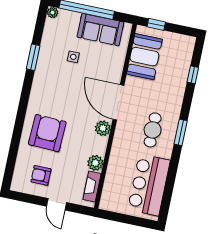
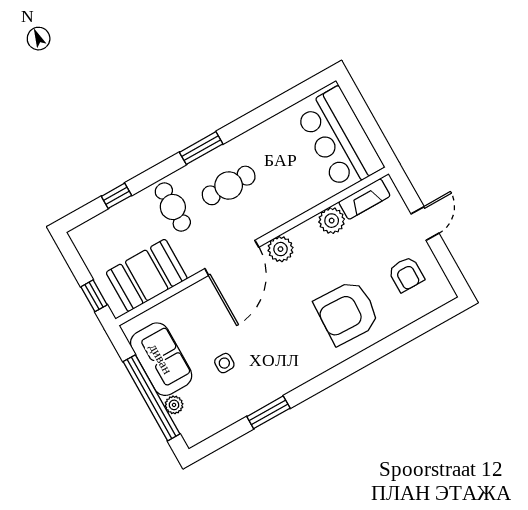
plant: (53, 13) -> (174, 405), moved
cafe table: (165, 96) -> (173, 207), added
bar counter: (149, 185) -> (339, 139), moved, turned 90

